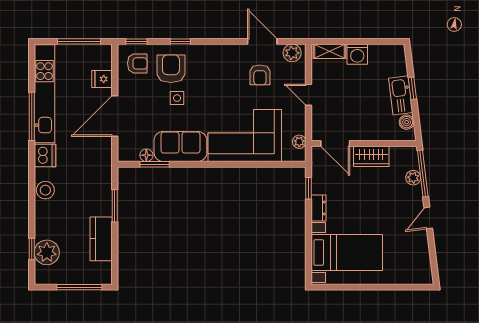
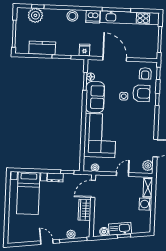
armchair: (260, 75) -> (136, 146), removed
fridge: (102, 79) -> (85, 50), moved

